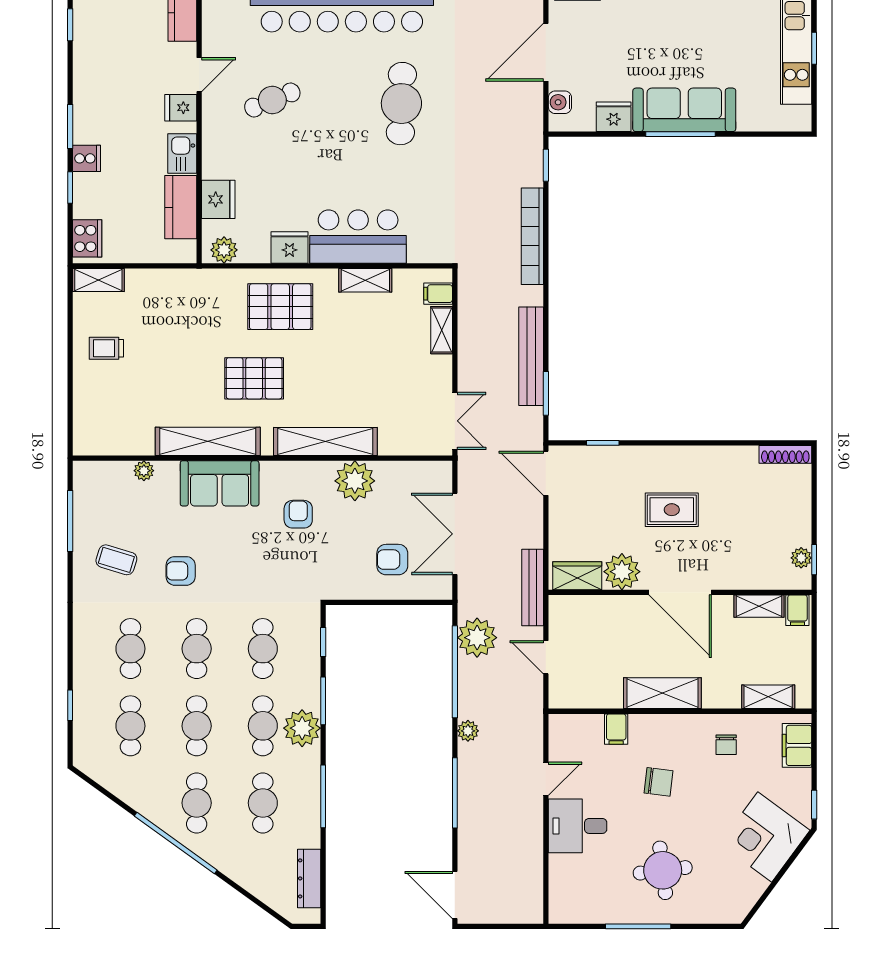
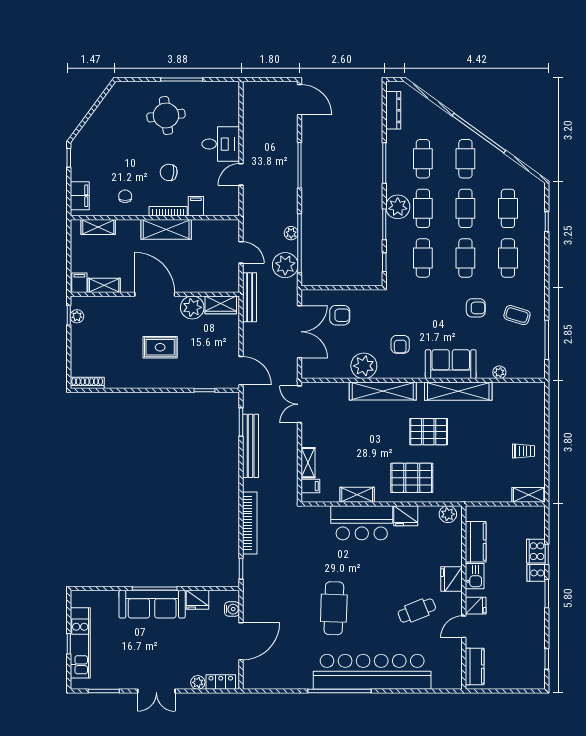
fridge: (218, 199) -> (452, 579), moved
cooker: (87, 238) -> (536, 551), moved
bookcase: (659, 721) -> (168, 211), added
plant: (468, 731) -> (291, 233), moved
corner desk: (765, 837) -> (100, 137), removed

